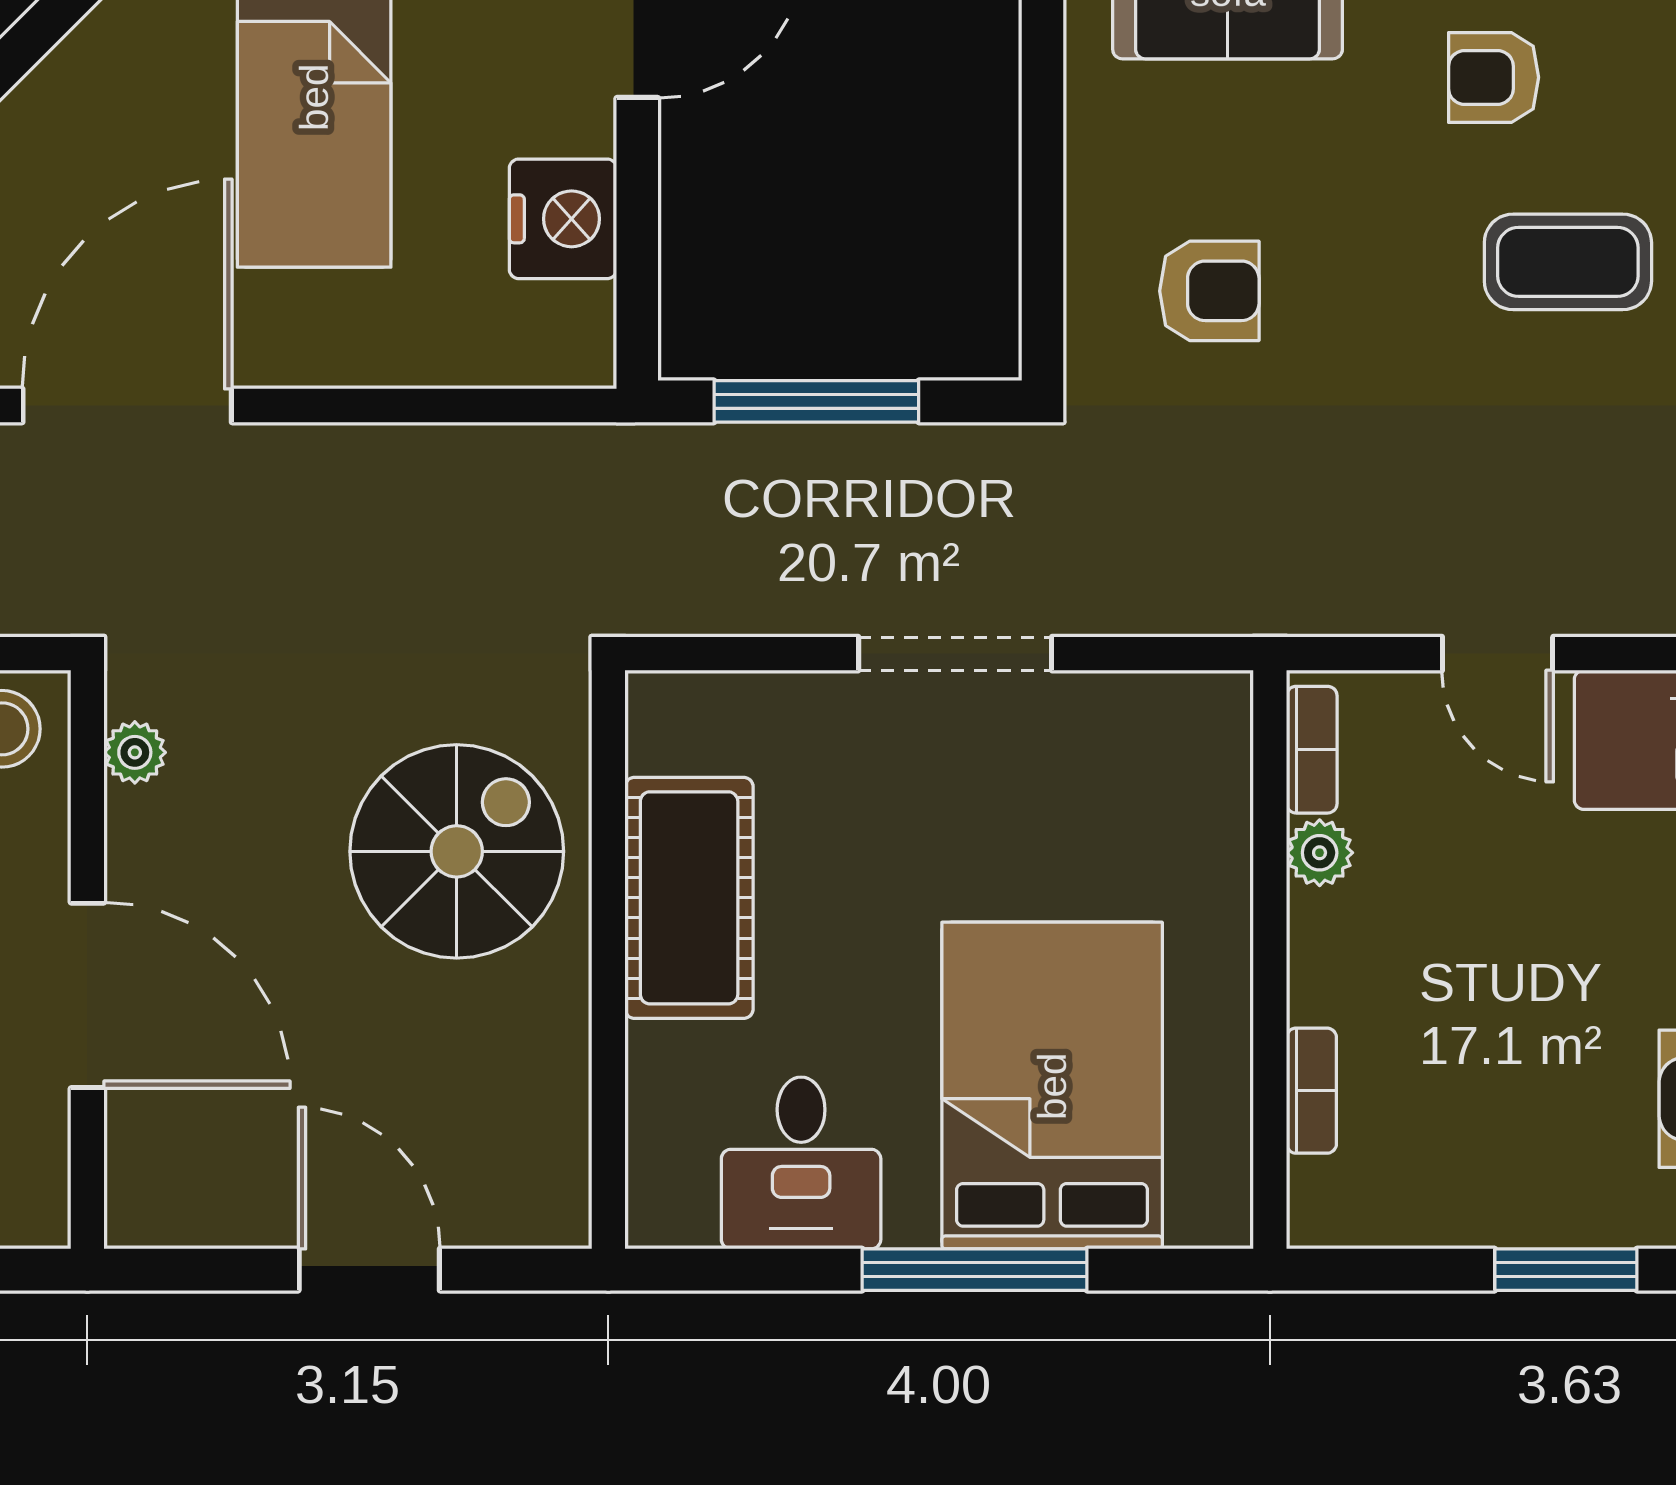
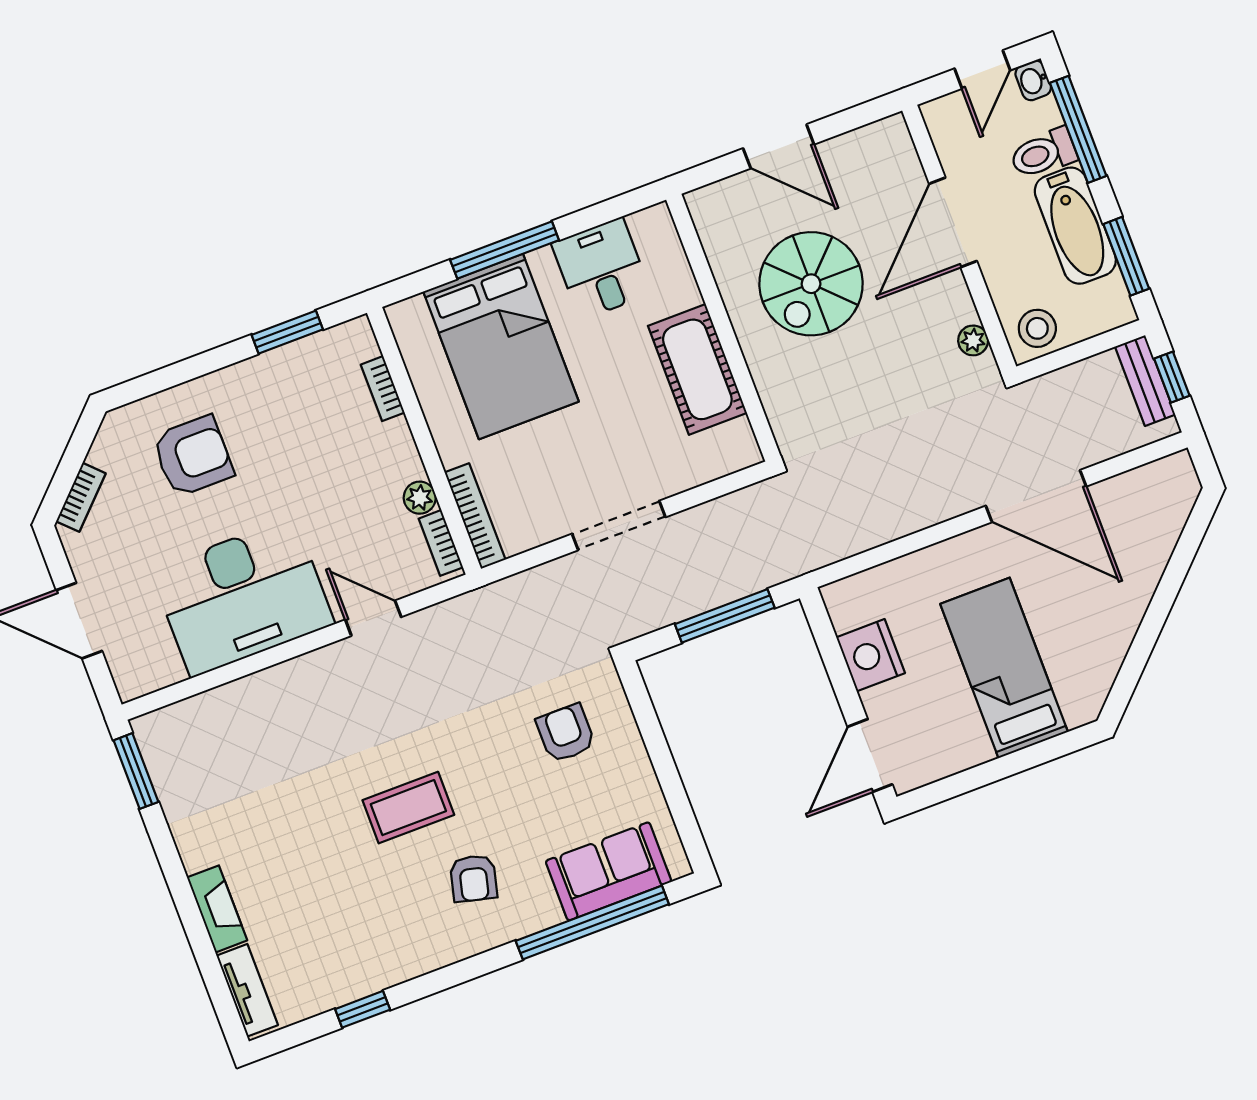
armchair: (1494, 77) -> (474, 878), turned 104
armchair: (1209, 291) -> (566, 733), turned 90
door: (127, 406) -> (1036, 496), hinge flipped
bookcase: (1226, 777) -> (475, 516), added
spiral stairs: (457, 851) -> (811, 284), moved
door: (87, 995) -> (953, 222), hinge flipped
window: (1566, 1270) -> (287, 332), moved

